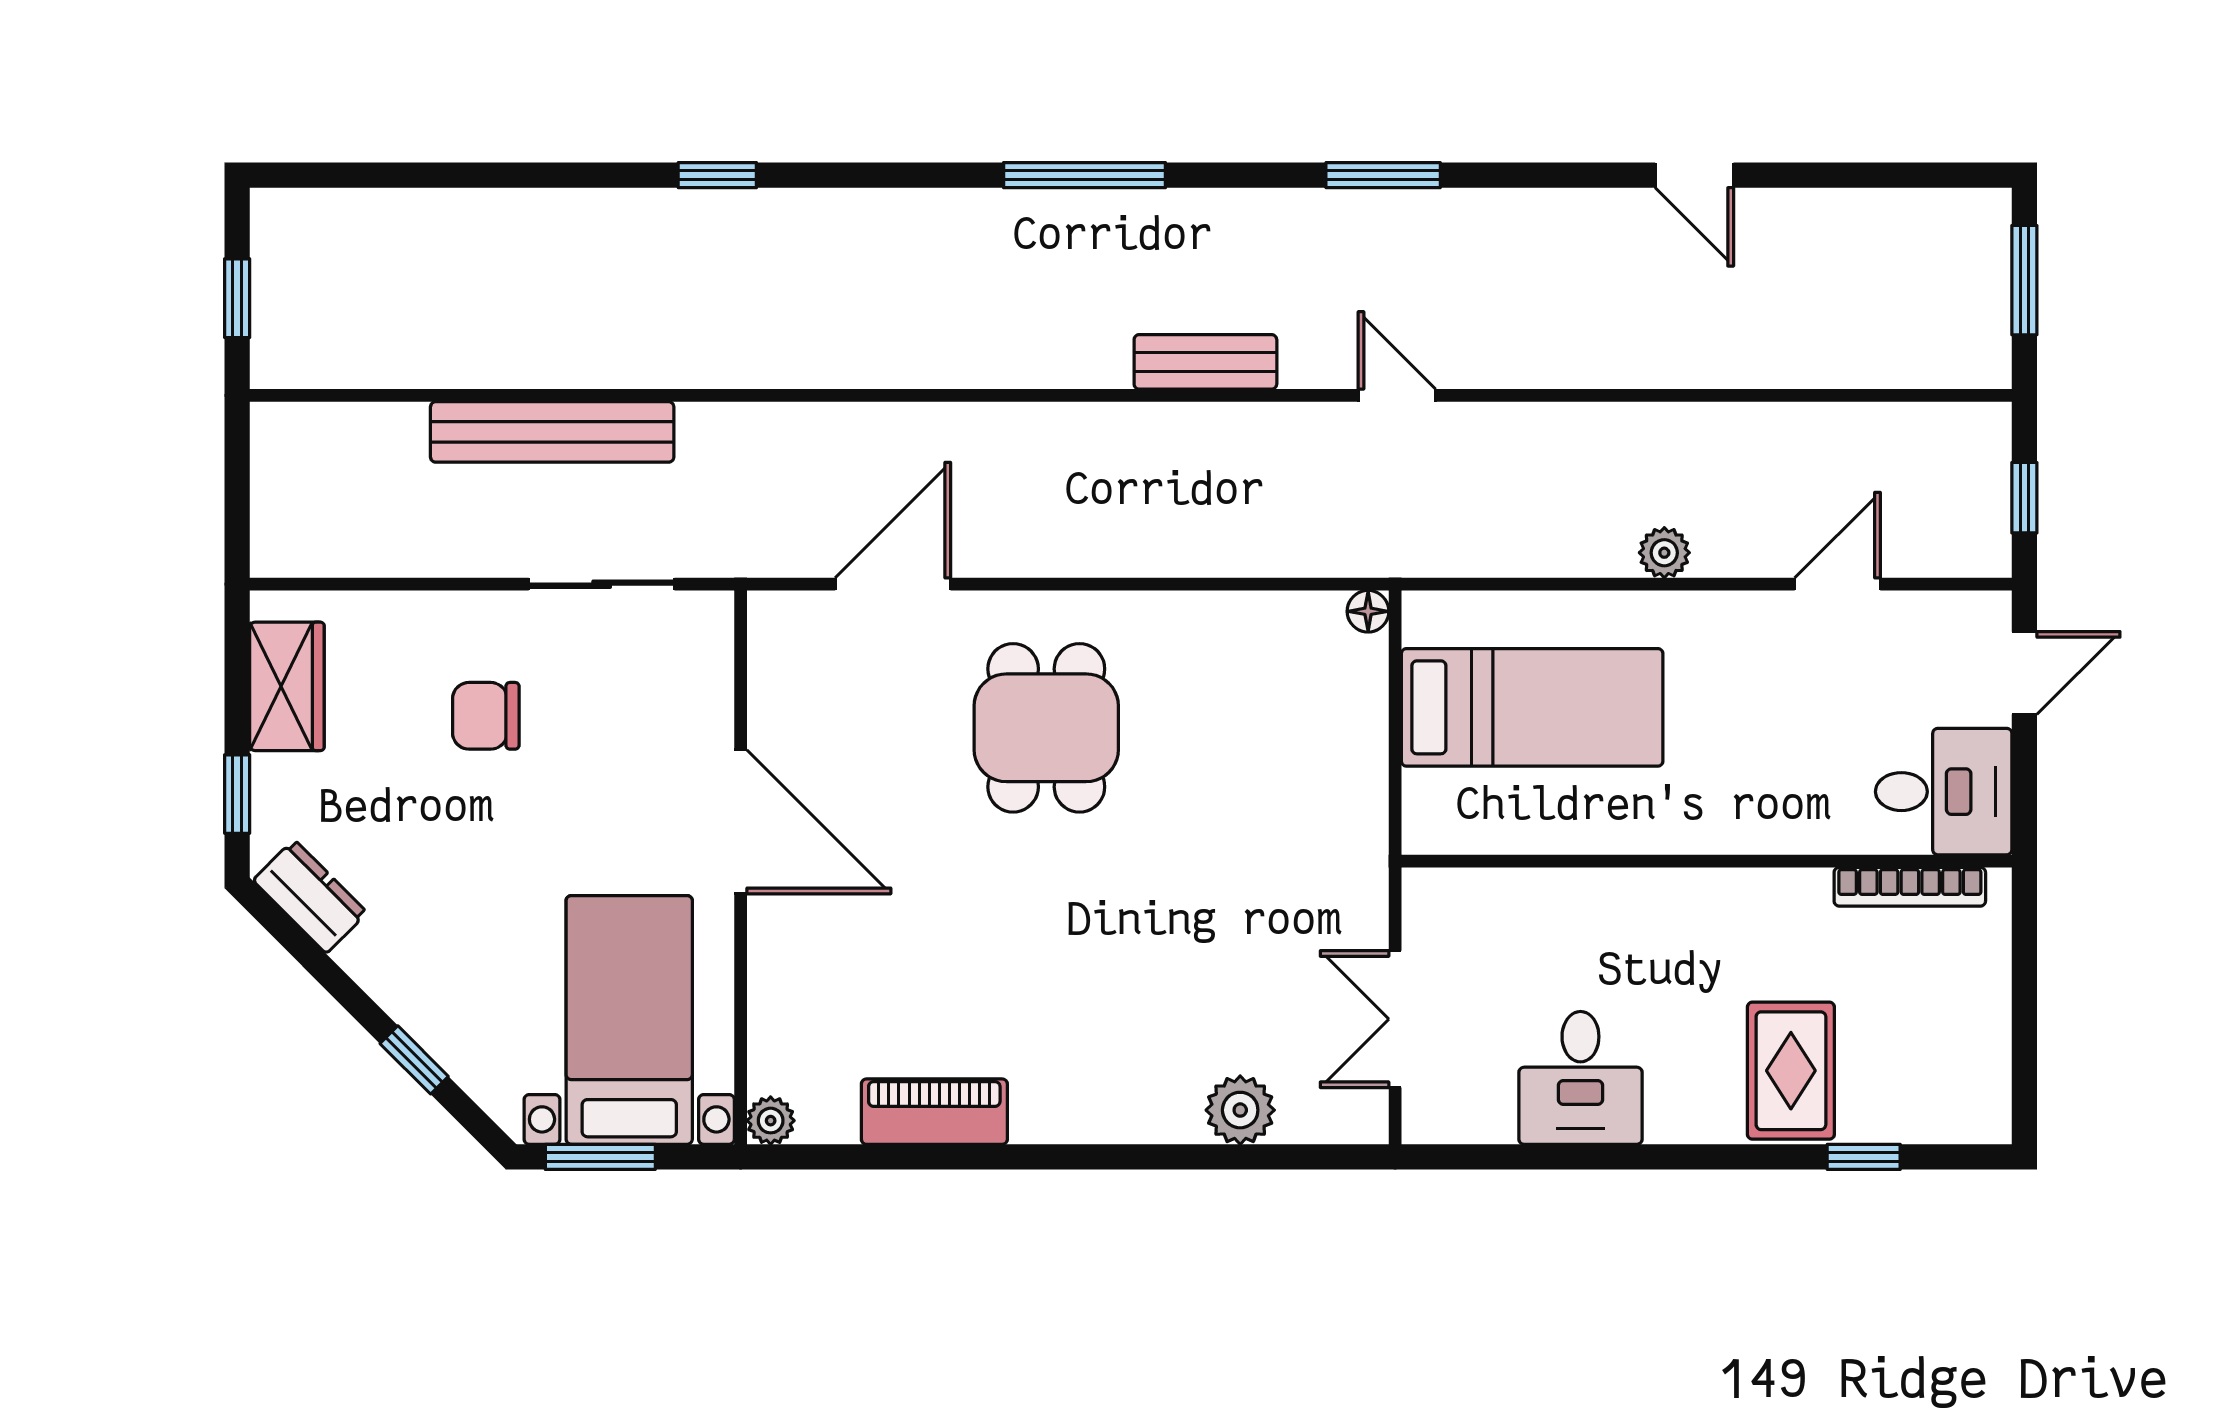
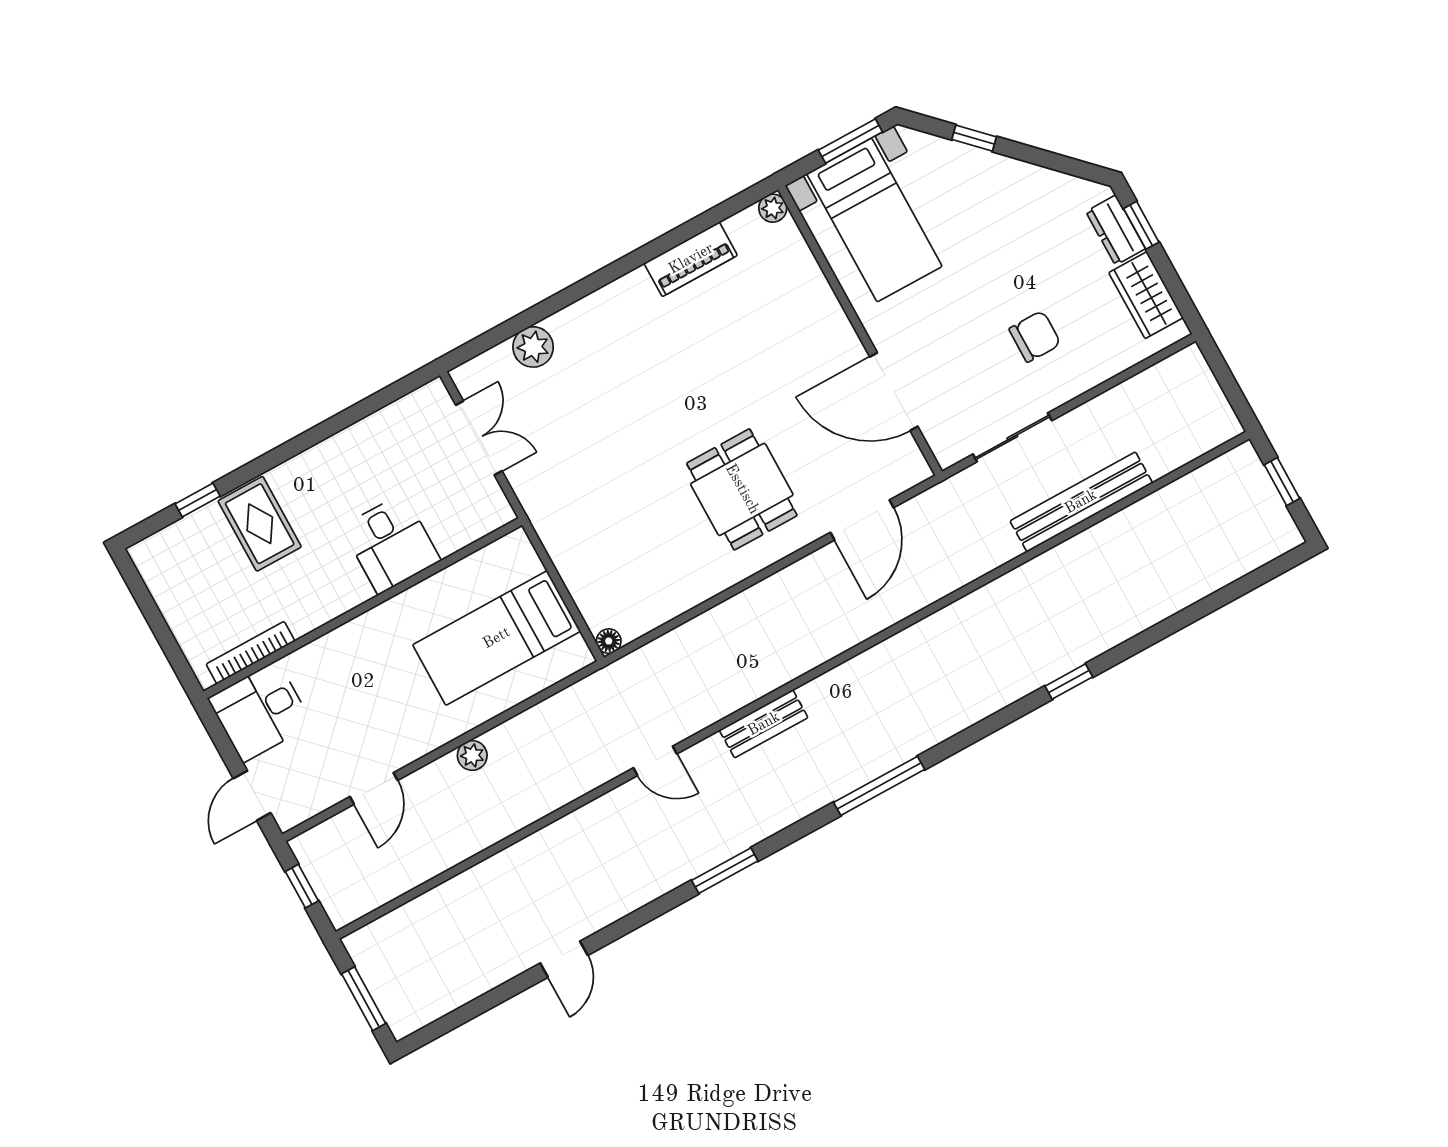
door: (1694, 175) -> (564, 959), swing flipped
door: (741, 822) -> (894, 392), moved
dresser: (310, 896) -> (1116, 230), moved, turned 45
desk: (1580, 1078) -> (391, 544), moved, turned 180

